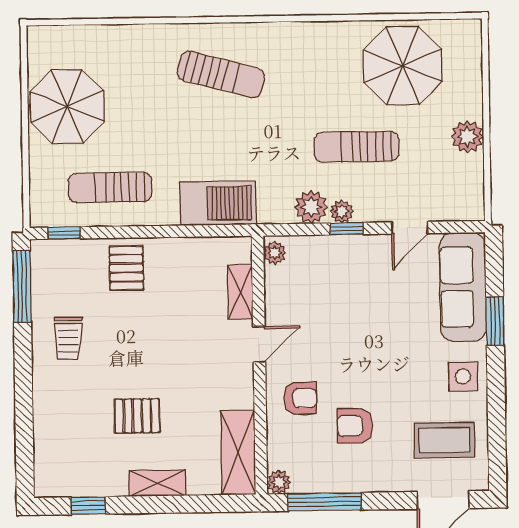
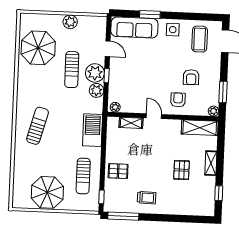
plant: (342, 211) -> (95, 73), width x1.87, depth x1.87
window: (324, 502) -> (223, 92), width x0.69

